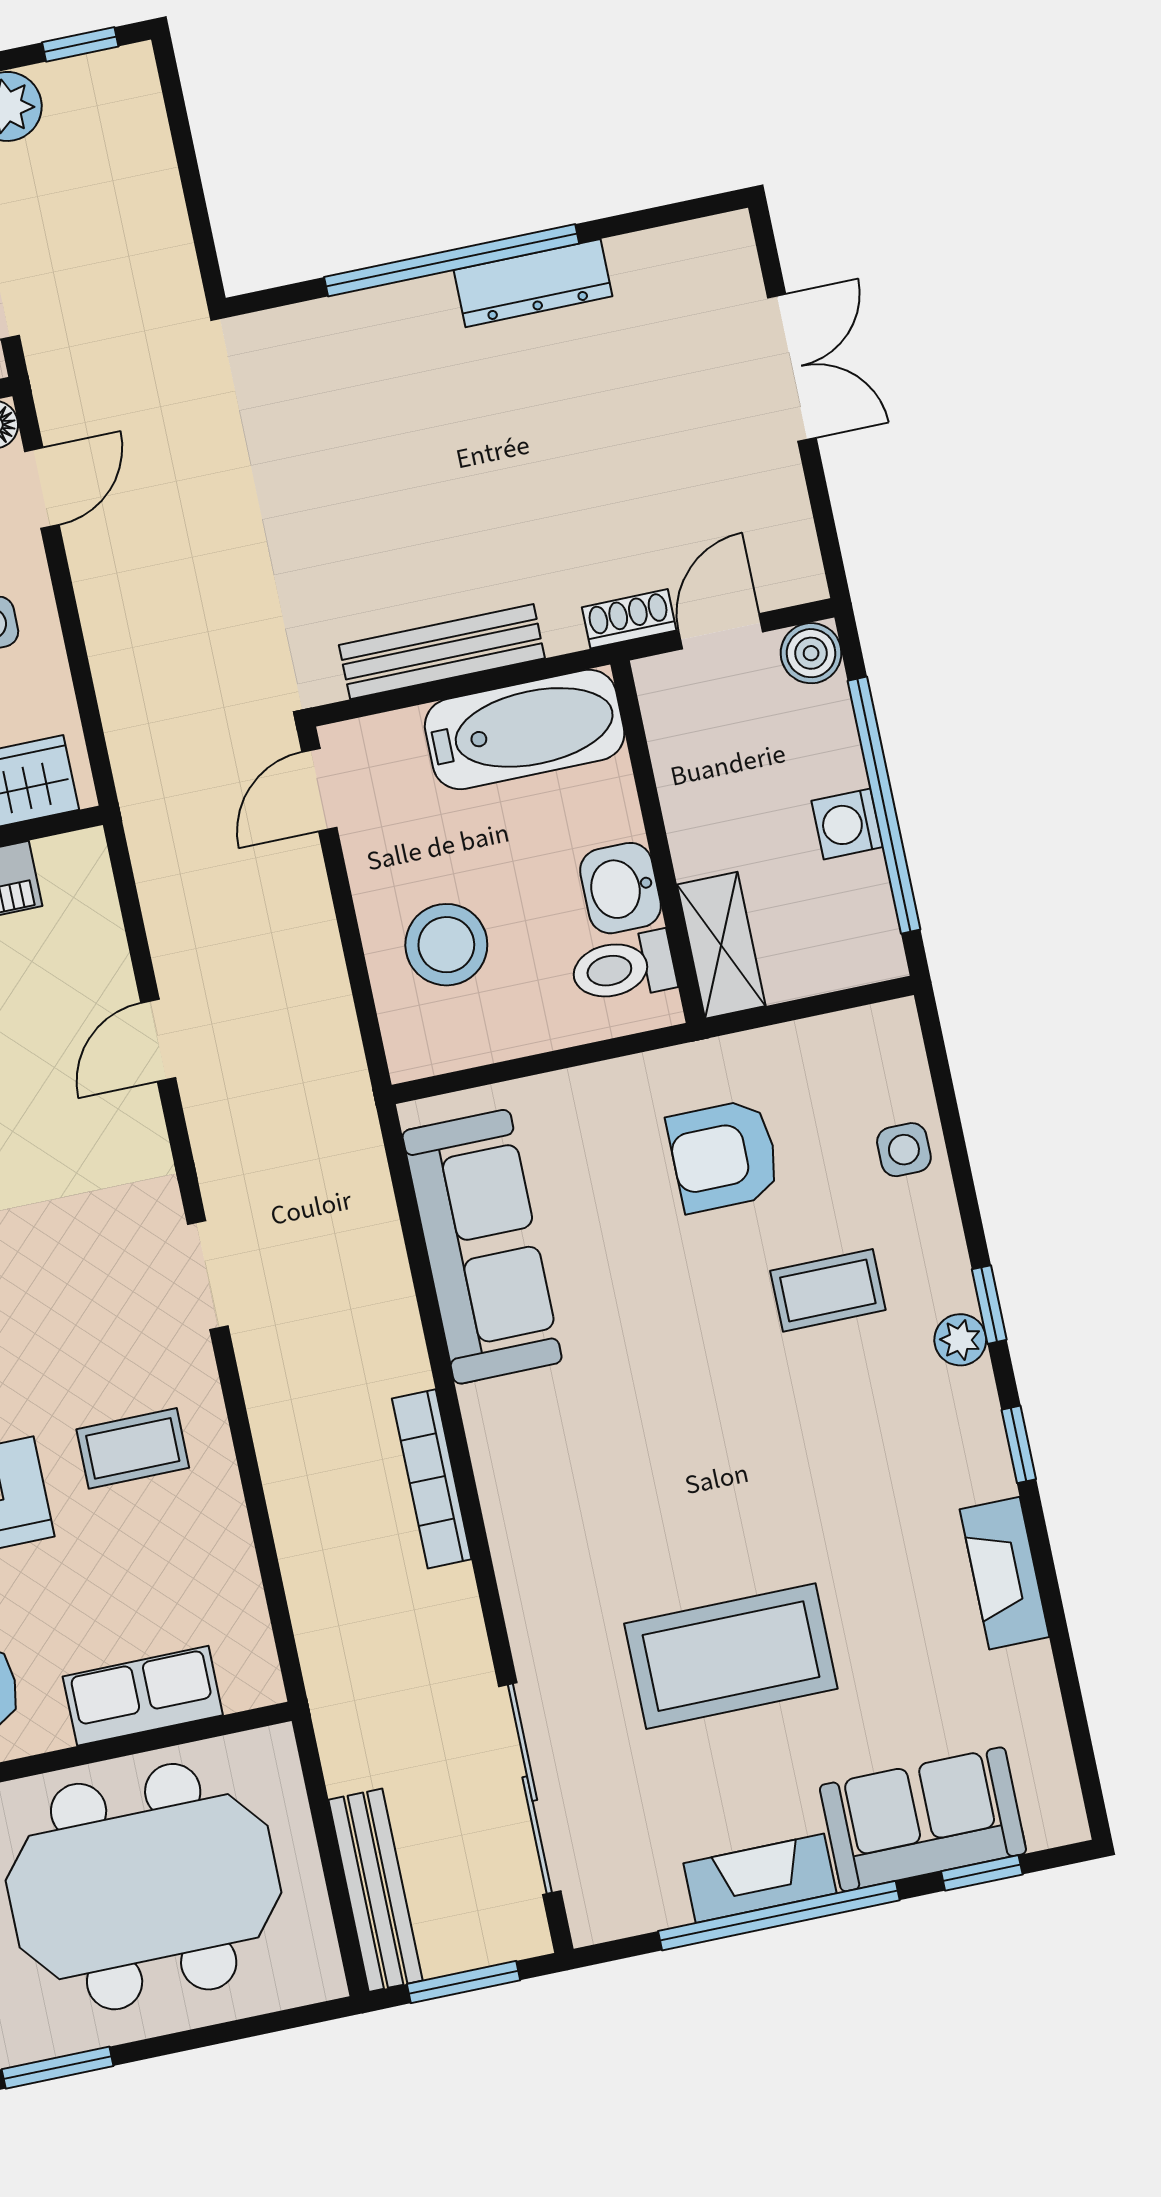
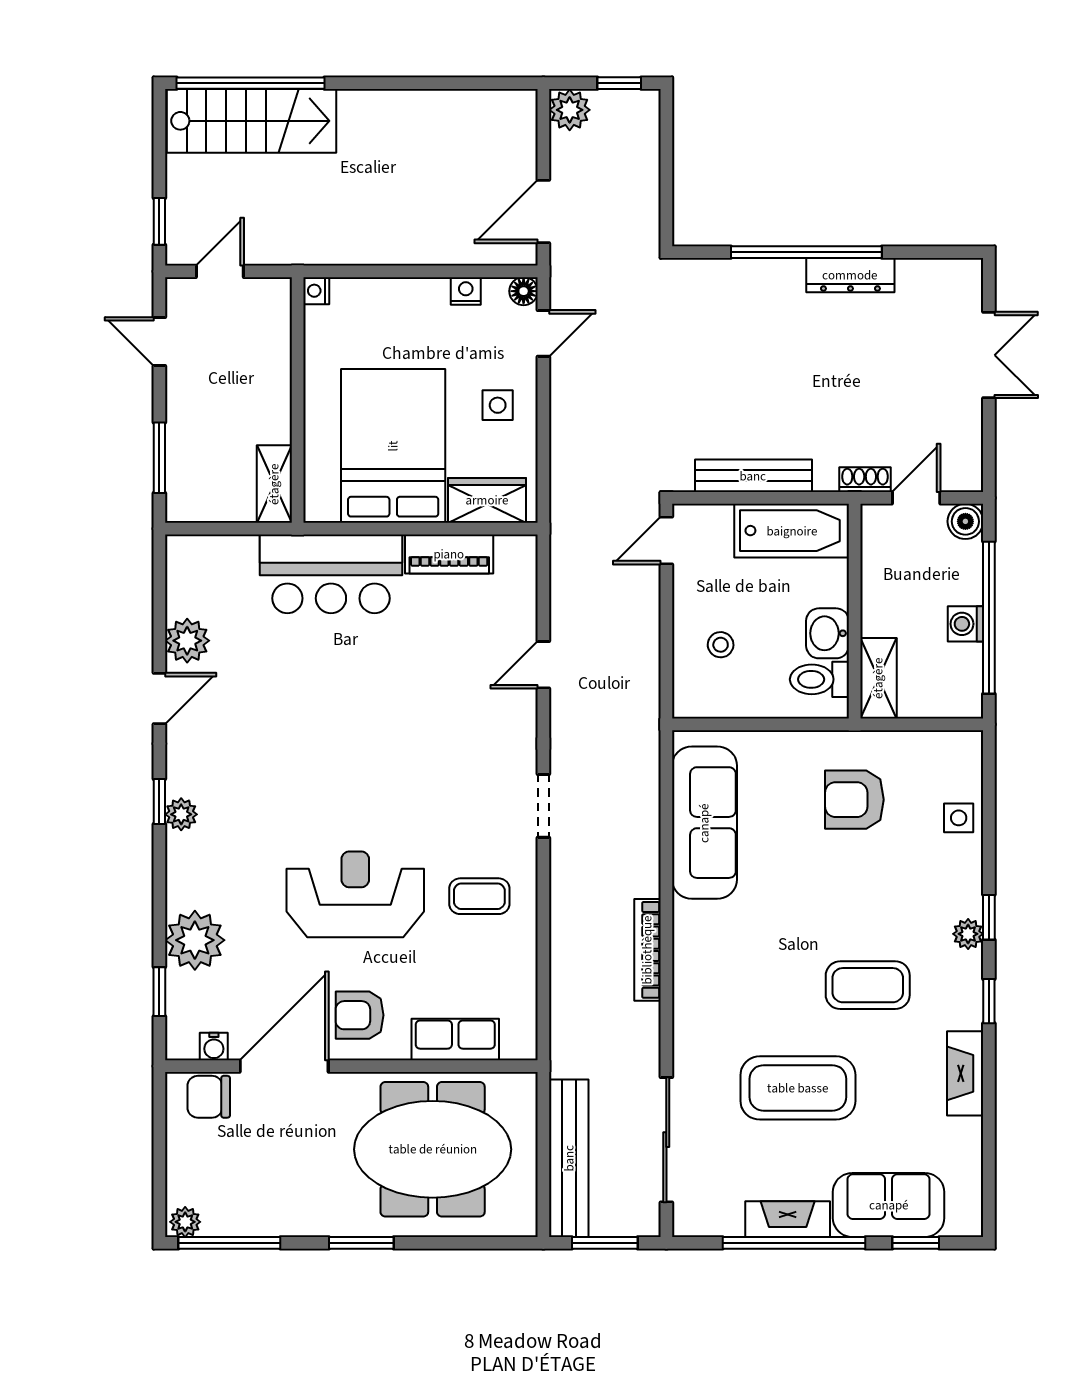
stool: (446, 945) -> (721, 645), width x0.53, depth x0.53
coffee table: (828, 1290) -> (868, 985), moved, width x1.36, depth x1.30
bench: (375, 1890) -> (569, 1158), width x1.37, depth x1.21

